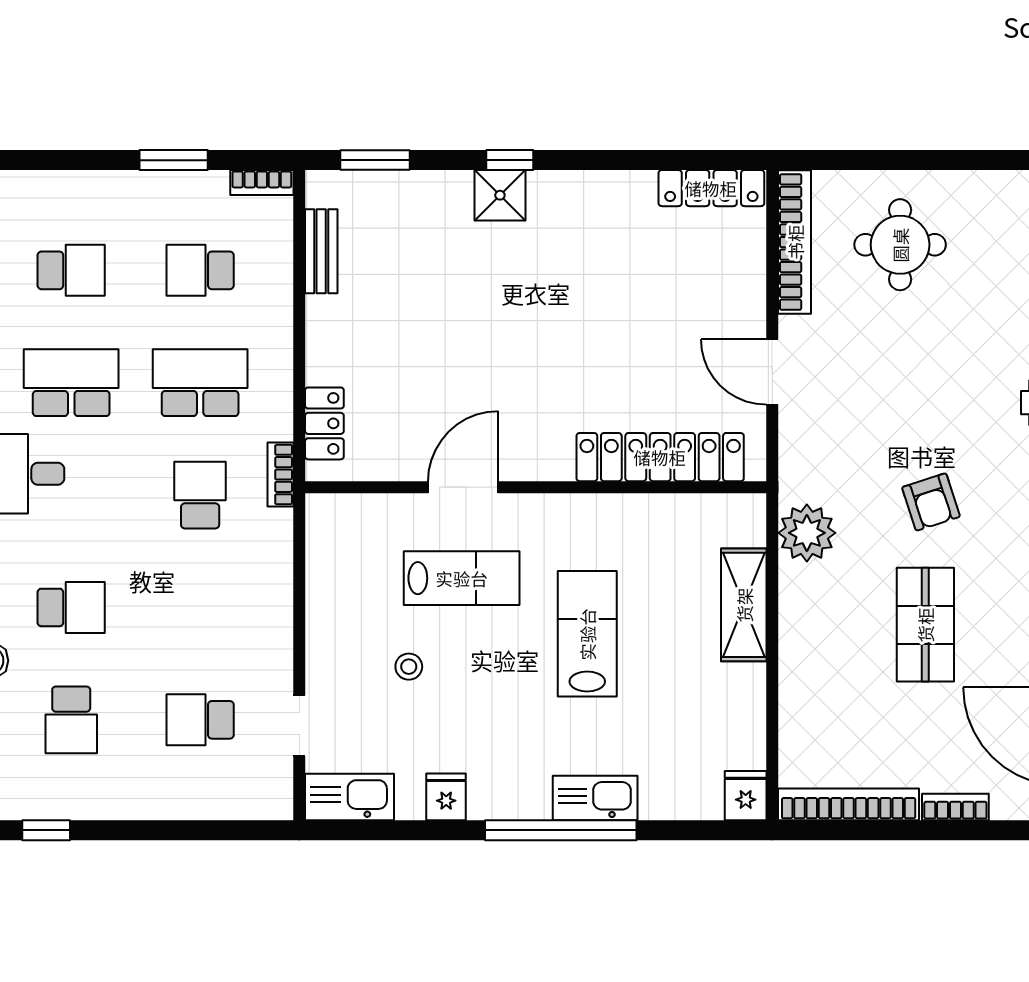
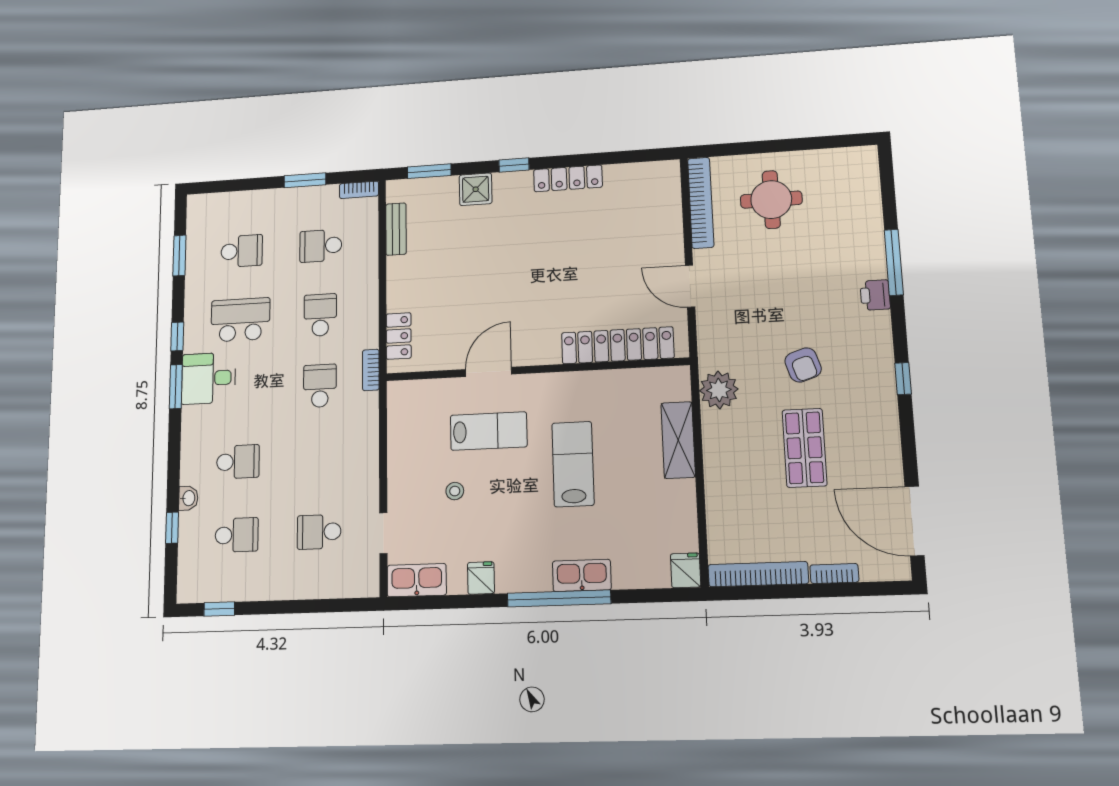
locker: (711, 188) -> (568, 178), moved
shower: (500, 195) -> (476, 189), moved
school desk: (200, 383) -> (320, 315), width x0.54
school desk: (71, 720) -> (237, 535), turned -90

